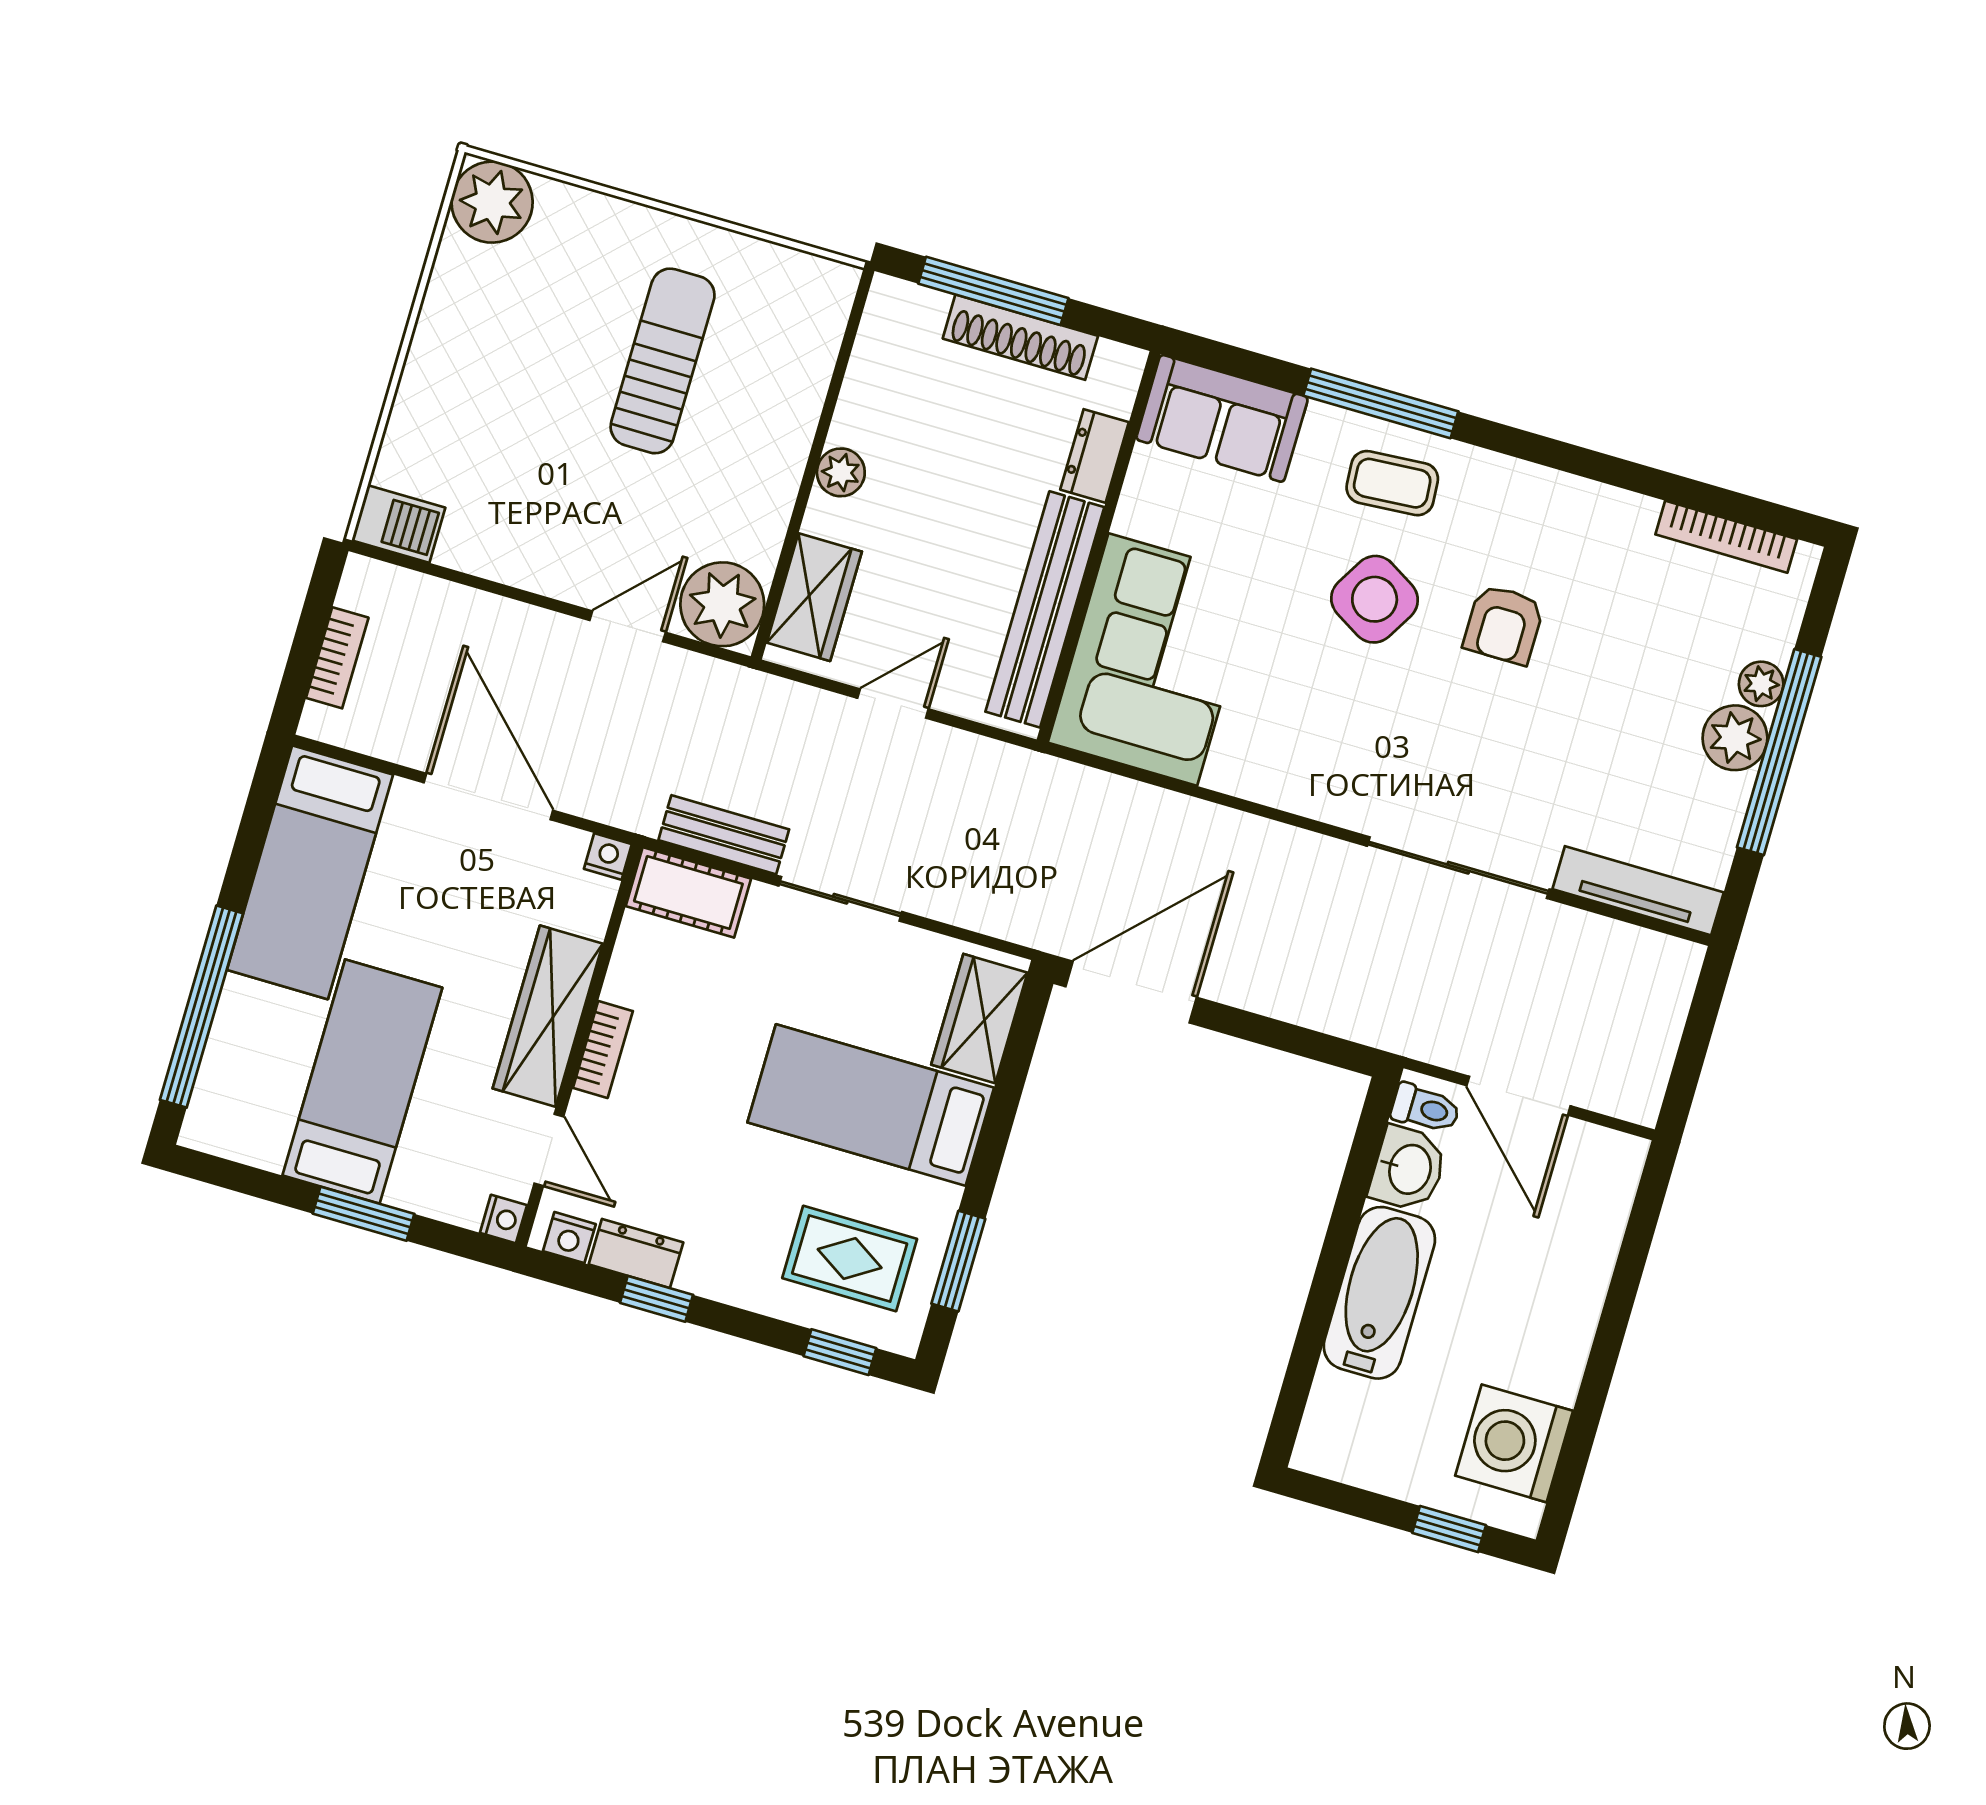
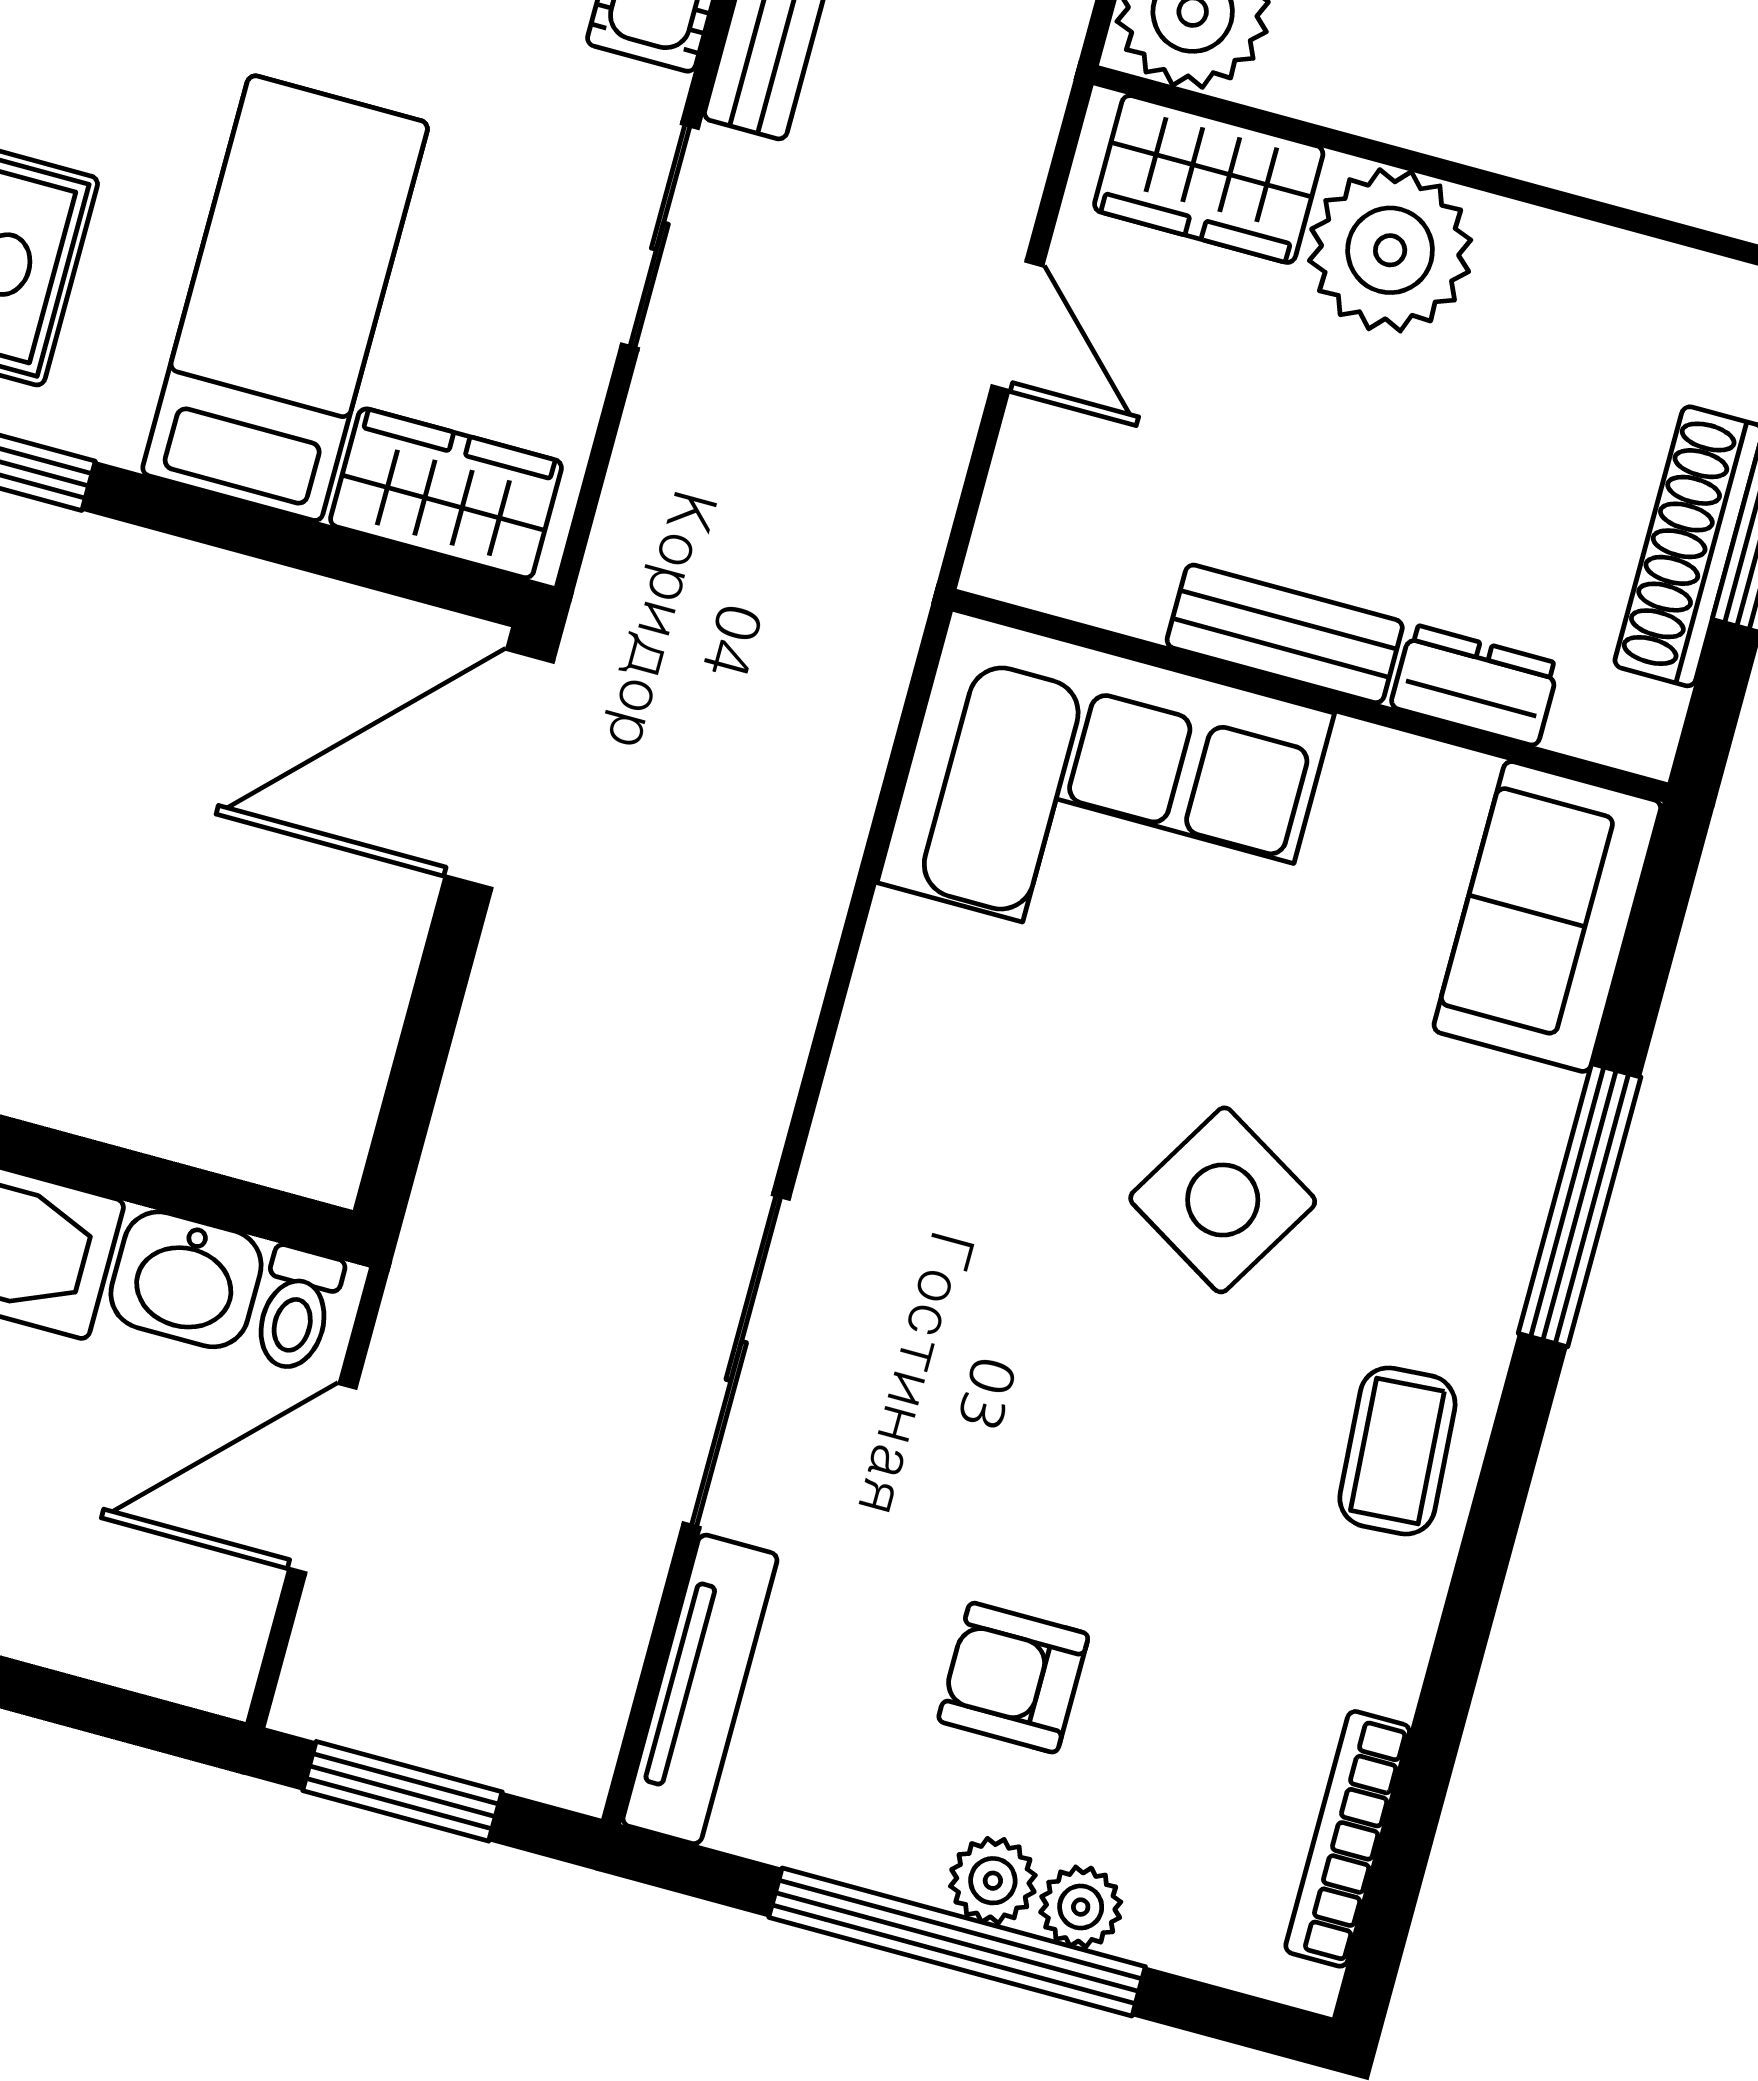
plant: (841, 472) -> (1390, 250), width x1.88, depth x1.88
coffee table: (1392, 483) -> (1397, 1451), moved
bench: (1045, 609) -> (1285, 634), width x0.54, depth x0.82
armchair: (1504, 624) -> (1013, 1678), moved
plant: (1735, 738) -> (993, 1881), width x0.73, depth x0.73
door: (1131, 992) -> (499, 769), swing flipped
window: (1691, 1055) -> (402, 1791), added

